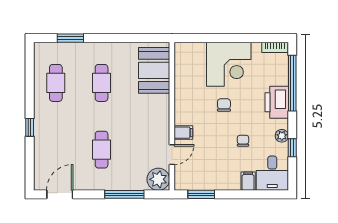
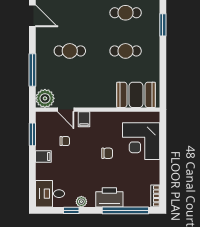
corner desk: (229, 64) -> (141, 141), moved
chair: (243, 141) -> (65, 141), moved
filing cabinet: (248, 181) -> (43, 157), moved

